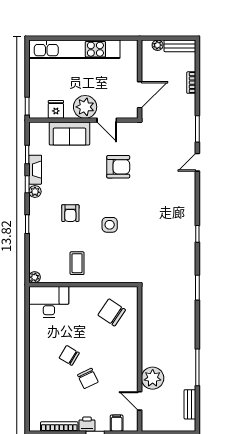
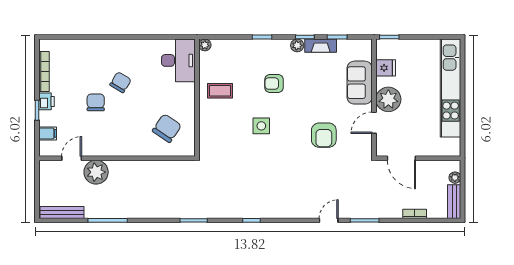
door: (197, 162) -> (329, 220), hinge flipped
chair: (88, 378) -> (96, 102), turned 116
bench: (190, 404) -> (62, 212), width x1.36

